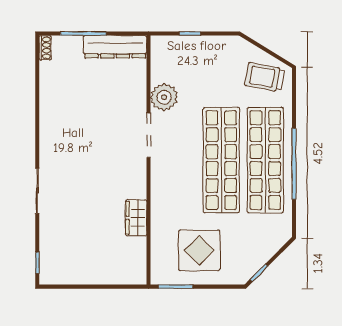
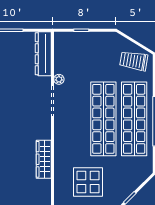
dresser: (115, 47) -> (43, 54), moved, turned 90
plant: (164, 97) -> (59, 79), width x0.53, depth x0.53
wardrobe: (136, 218) -> (44, 159), width x1.50

